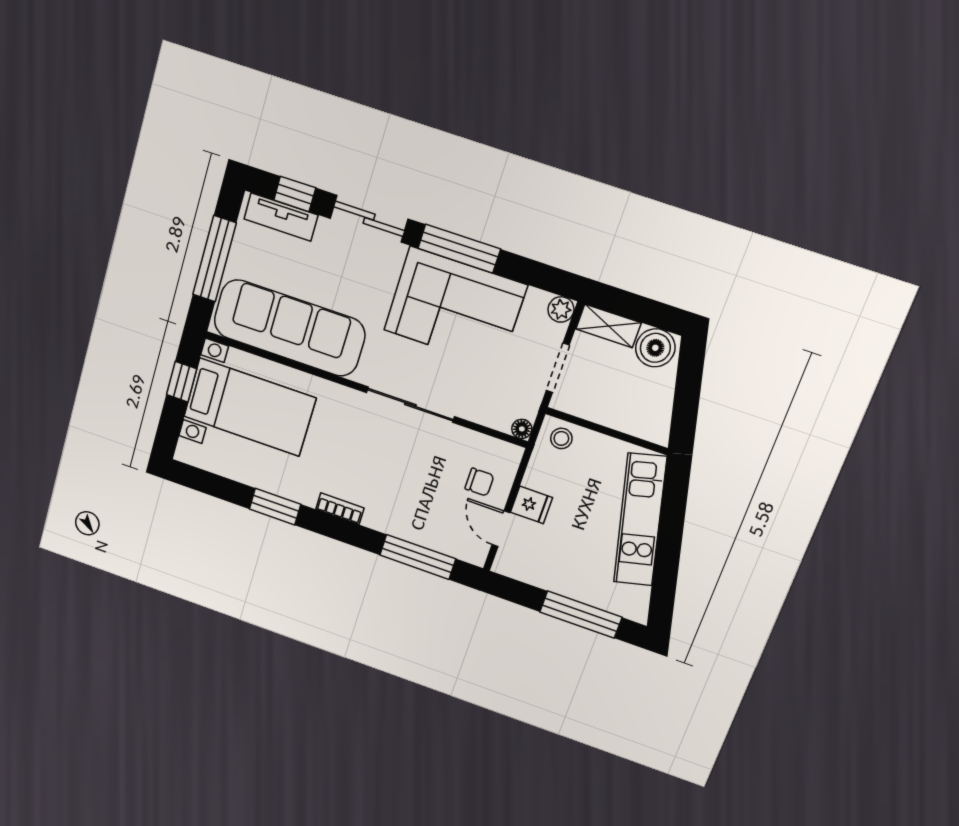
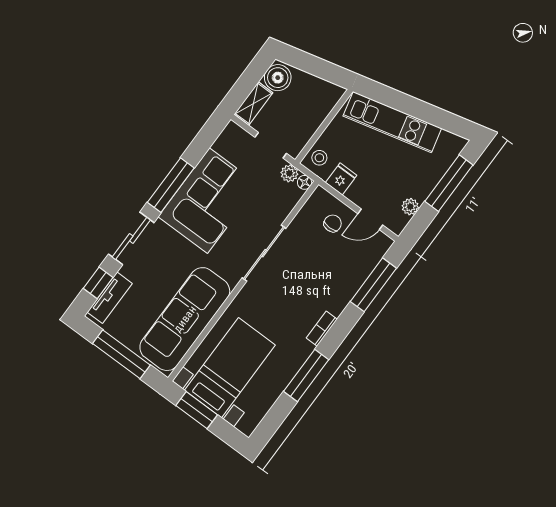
plant: (561, 309) -> (289, 173), moved
window: (182, 382) -> (197, 410), width x1.50
fridge: (531, 505) -> (341, 179), moved
window: (275, 507) -> (306, 375), width x1.44
plant: (534, 575) -> (410, 207), added

